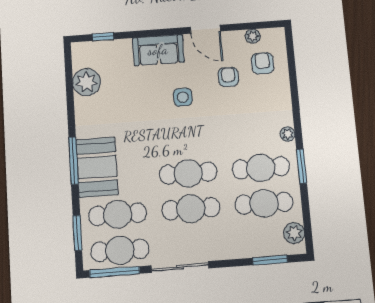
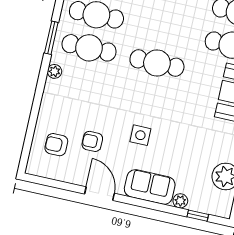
plant: (253, 36) -> (180, 201), moved
armchair: (262, 63) -> (56, 145), turned 90
armchair: (228, 77) -> (92, 141), turned 90
cafe table: (191, 209) -> (164, 30), removed

